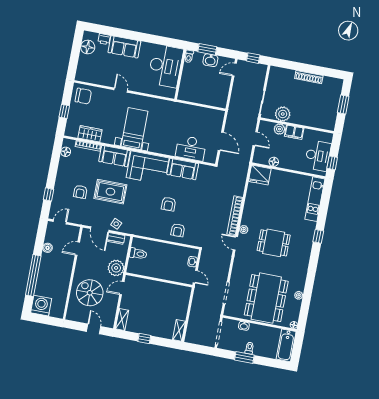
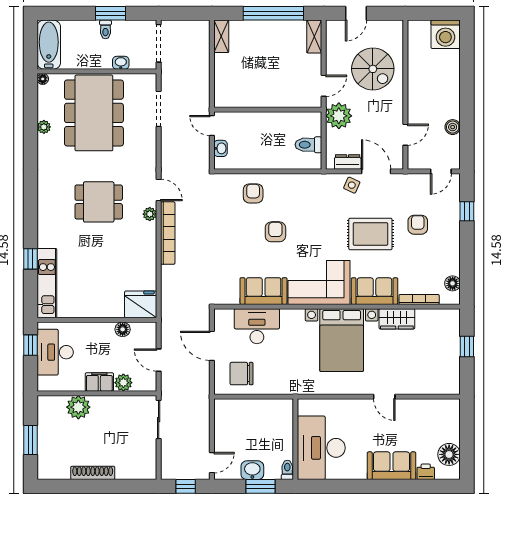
chair: (83, 96) -> (242, 374), moved
plant: (283, 114) -> (78, 407), moved
bed with nightstands: (135, 129) -> (342, 340), width x1.36
wardrobe: (90, 134) -> (397, 319), moved
window: (318, 236) -> (30, 259), moved
window: (33, 276) -> (467, 79), removed
door: (94, 329) -> (356, 13), hinge flipped
window: (144, 338) -> (273, 13), width x3.17

